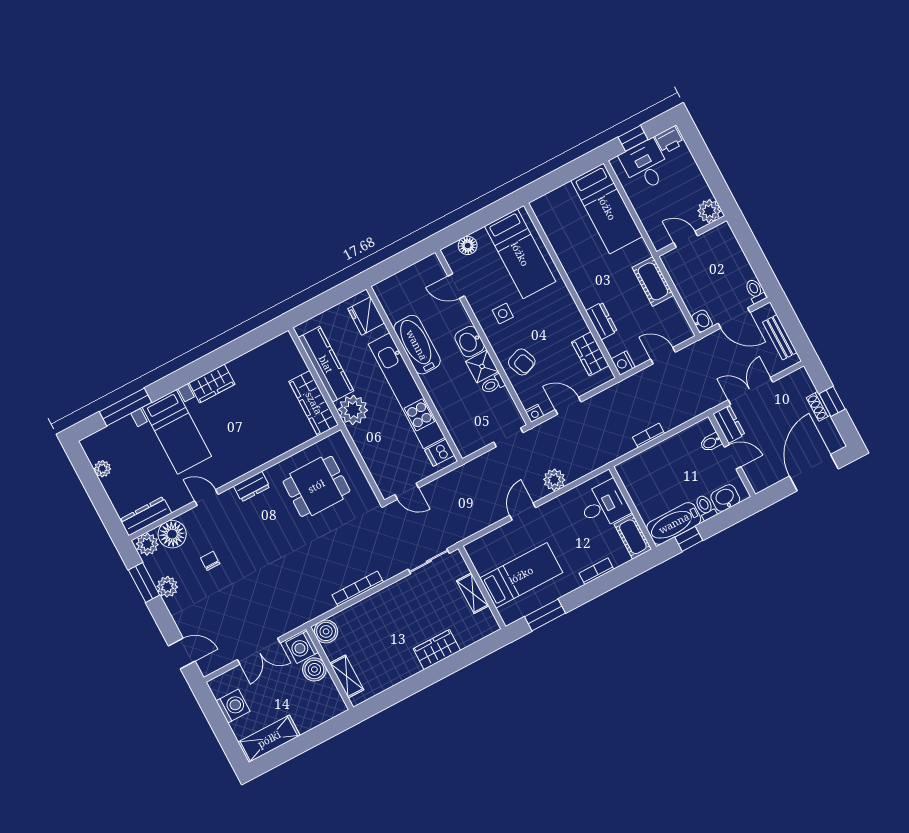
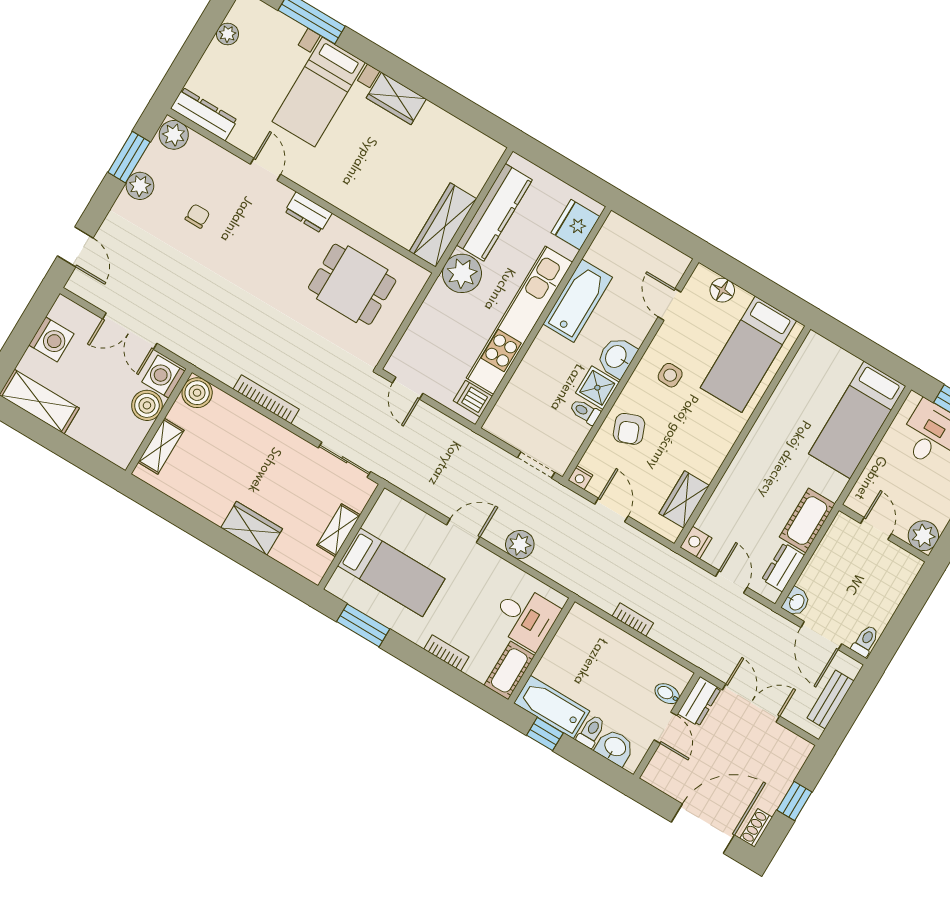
dresser: (601, 321) -> (783, 567), moved, turned 180
shoe rack: (818, 406) -> (756, 828), moved
floor lamp: (172, 534) -> (202, 156), removed

